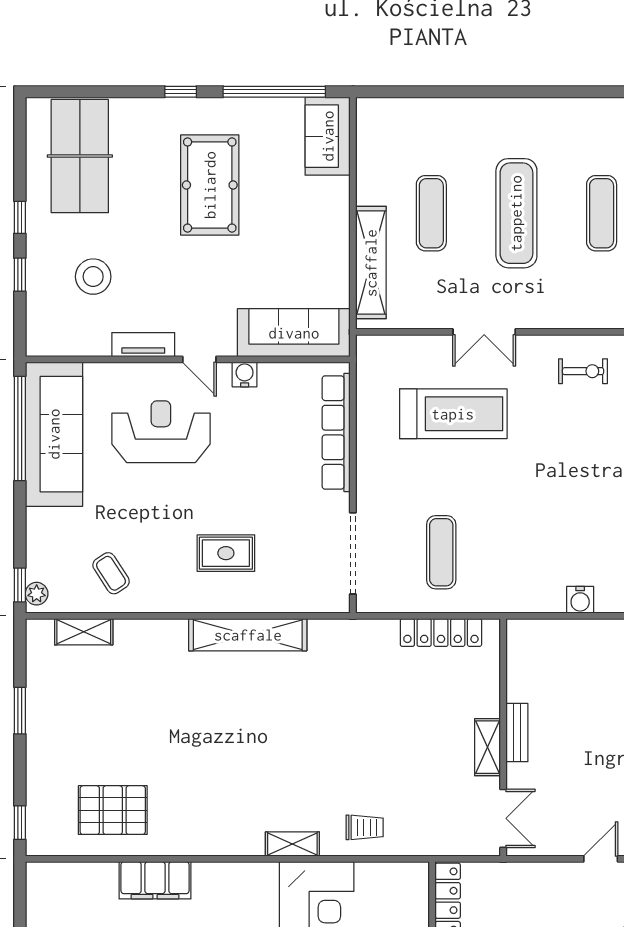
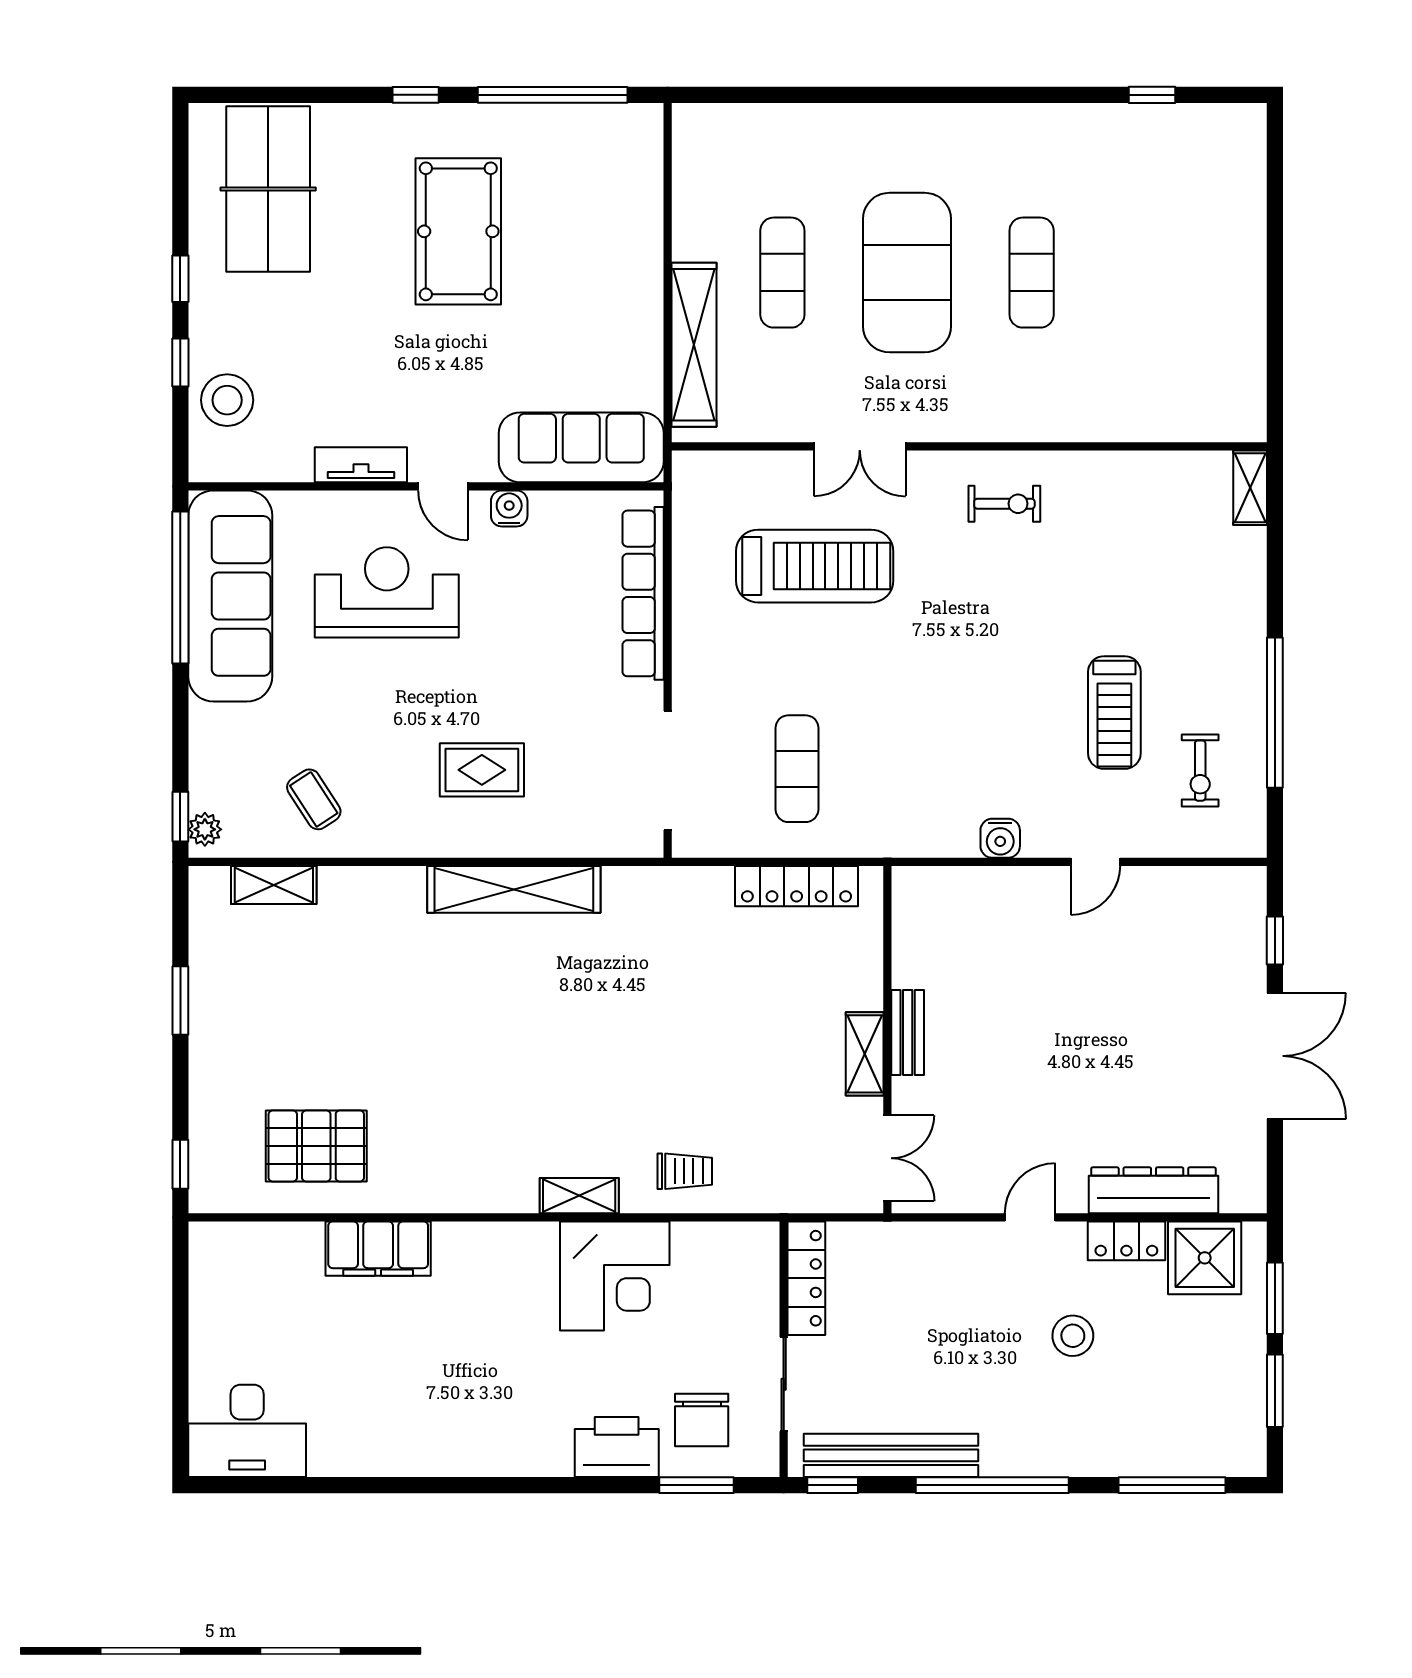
sofa: (328, 136) -> (631, 160), removed
exercise mat: (516, 213) -> (907, 273), width x1.47
stool: (93, 277) -> (227, 400), moved

